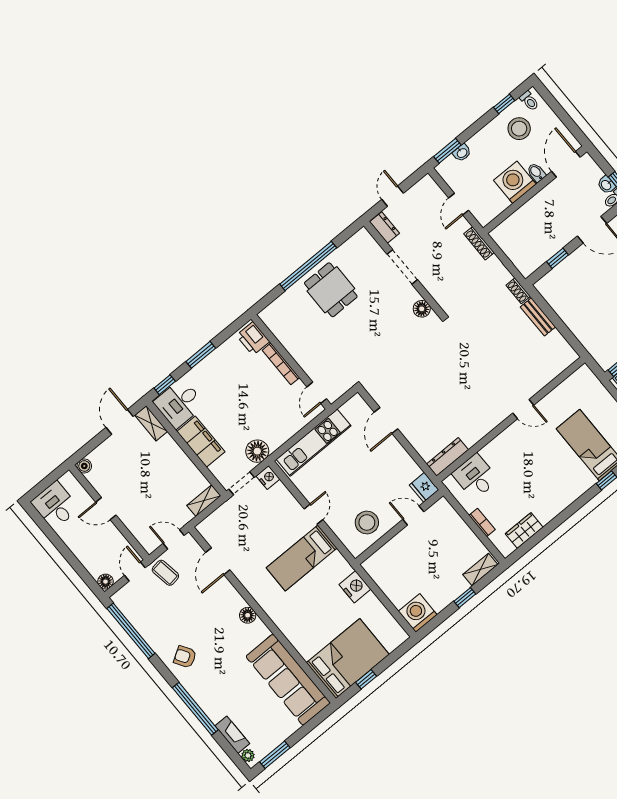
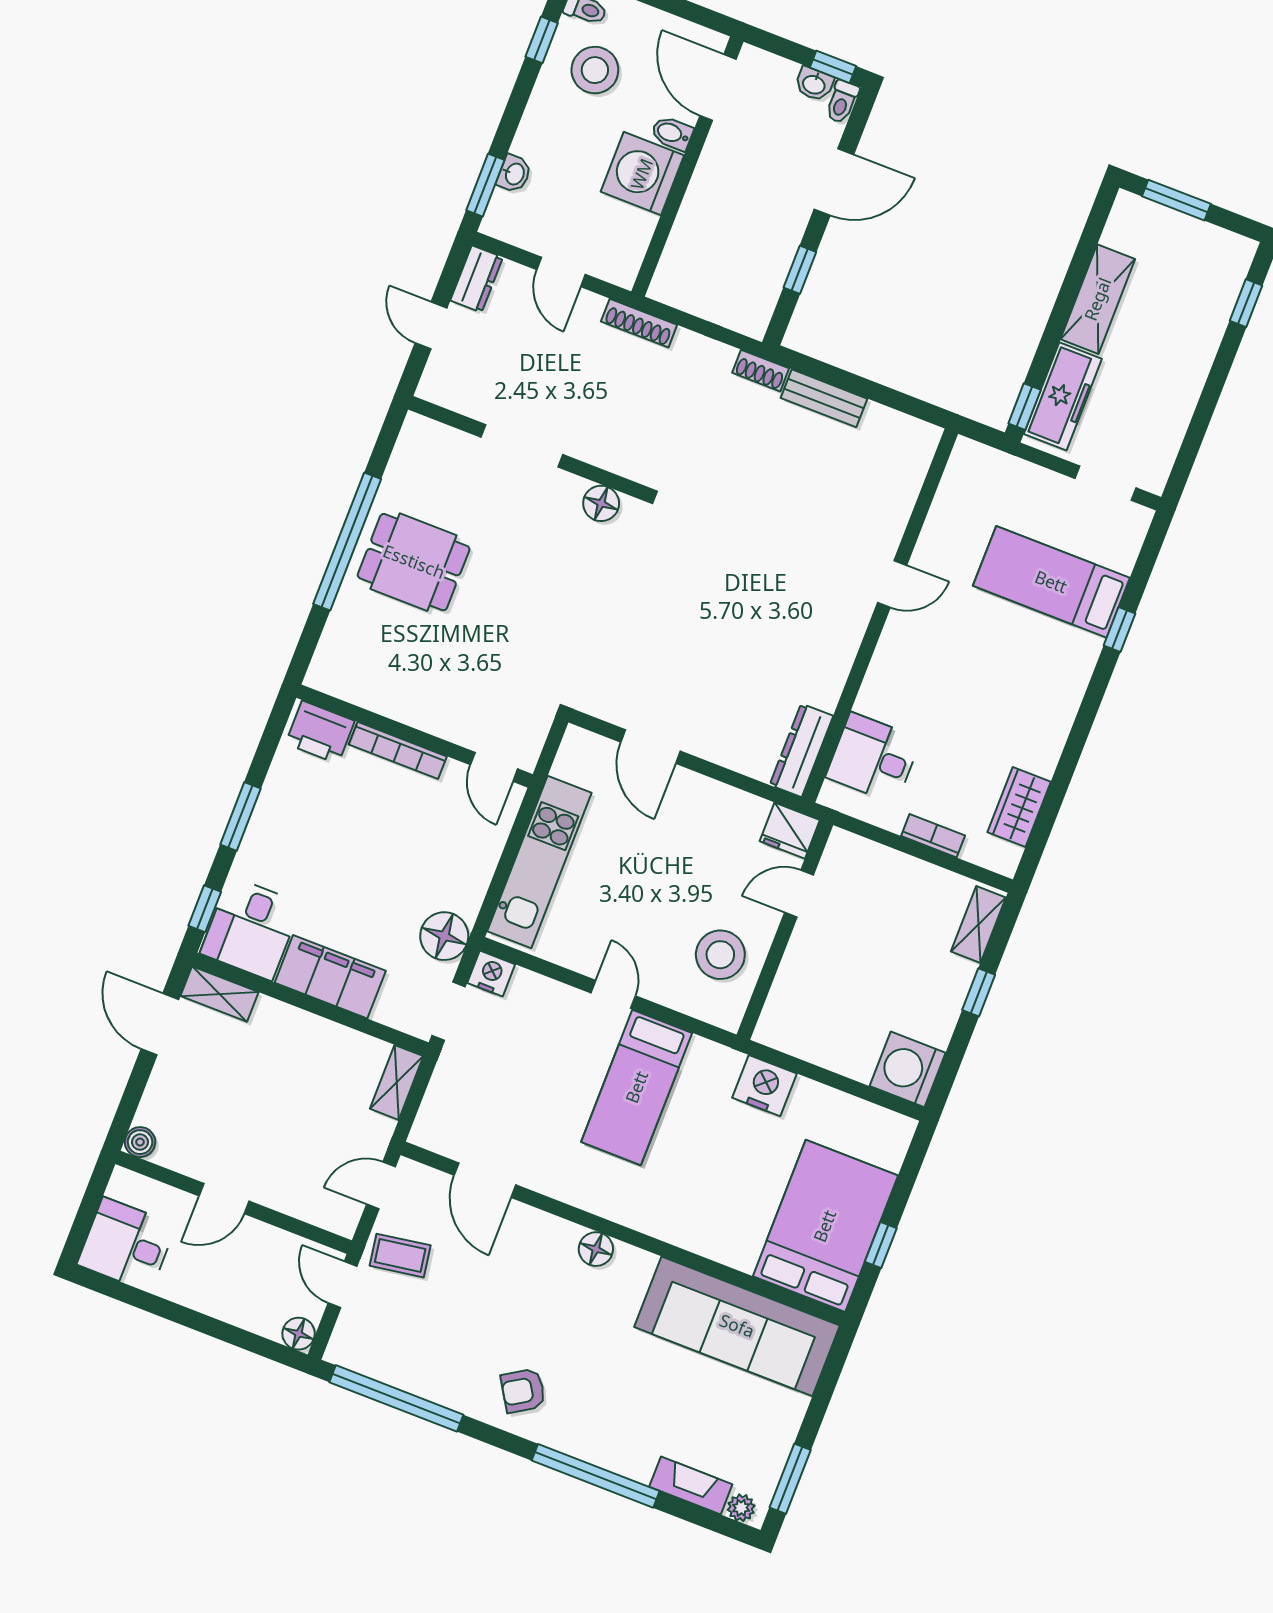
dresser: (384, 227) -> (477, 279), moved, turned 90

